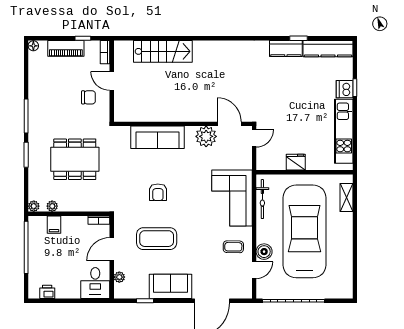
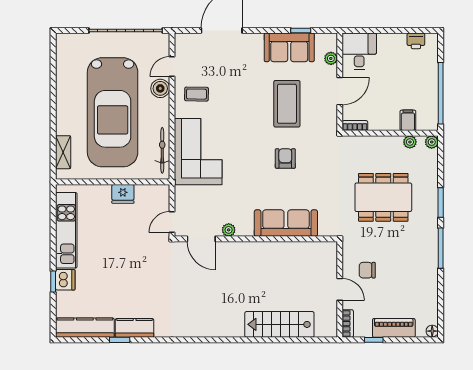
plant: (206, 136) -> (229, 230), width x0.53, depth x0.53
coffee table: (157, 239) -> (287, 104), turned 90
sofa: (170, 286) -> (289, 47), moved

